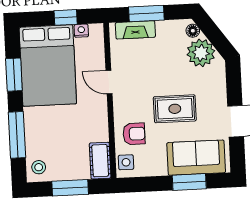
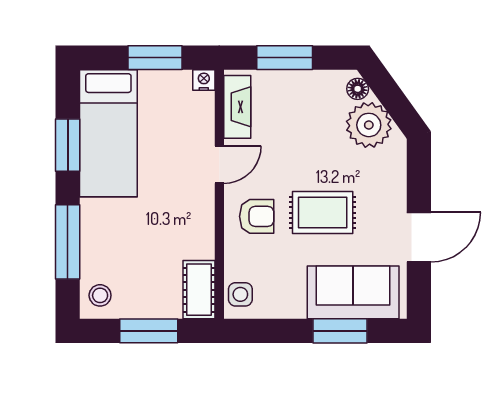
window: (66, 17) -> (155, 58), width x1.50
fireplace: (135, 30) -> (237, 107), moved, turned -90
nightstand: (81, 31) -> (204, 80), moved
bed: (48, 66) -> (108, 133), width x0.67
door: (109, 82) -> (219, 165), swing flipped
armchair: (134, 134) -> (257, 216), moved

